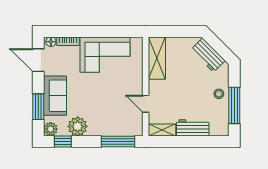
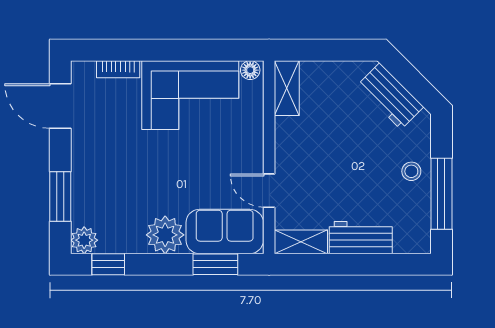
floor lamp: (51, 42) -> (250, 70), moved
shelving: (157, 58) -> (287, 88), width x0.67, depth x0.75
sofa: (55, 96) -> (225, 231), moved, turned -90
plant: (78, 126) -> (165, 235), moved
window: (118, 142) -> (215, 264), width x0.69

